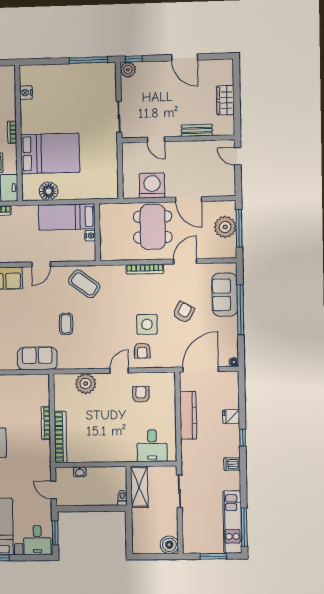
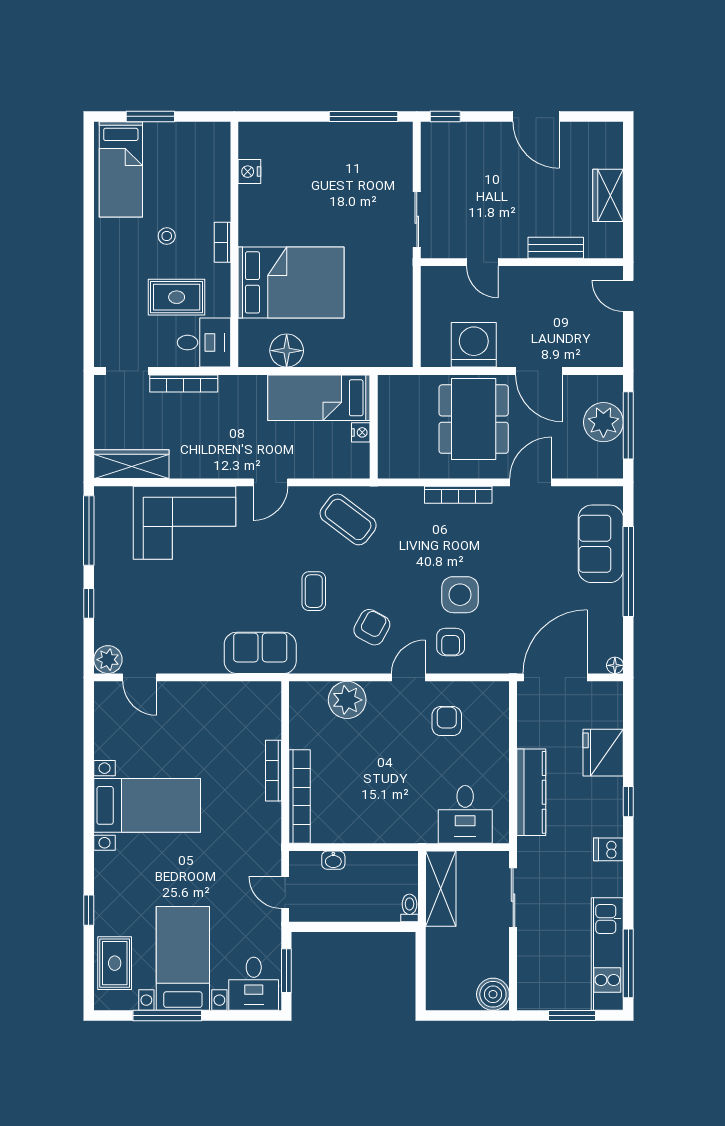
plant: (128, 70) -> (434, 135), removed
armchair: (184, 312) -> (372, 627), moved
kitchen counter: (188, 415) -> (531, 792), moved
fridge: (231, 417) -> (603, 753), width x1.88, depth x1.34

